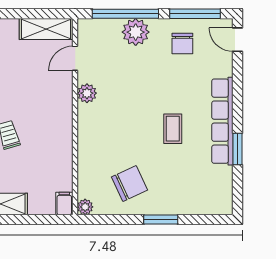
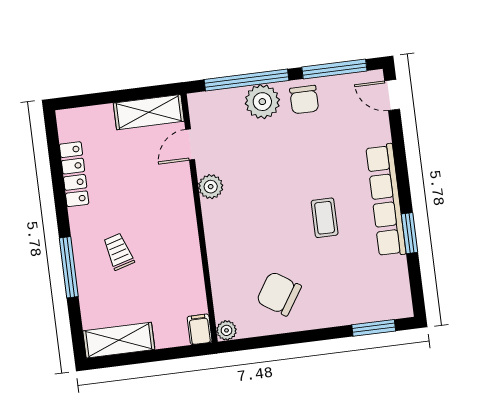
chair: (182, 44) -> (304, 100), moved
chair: (130, 183) -> (279, 294), turned -122
window: (161, 219) -> (374, 328), moved

